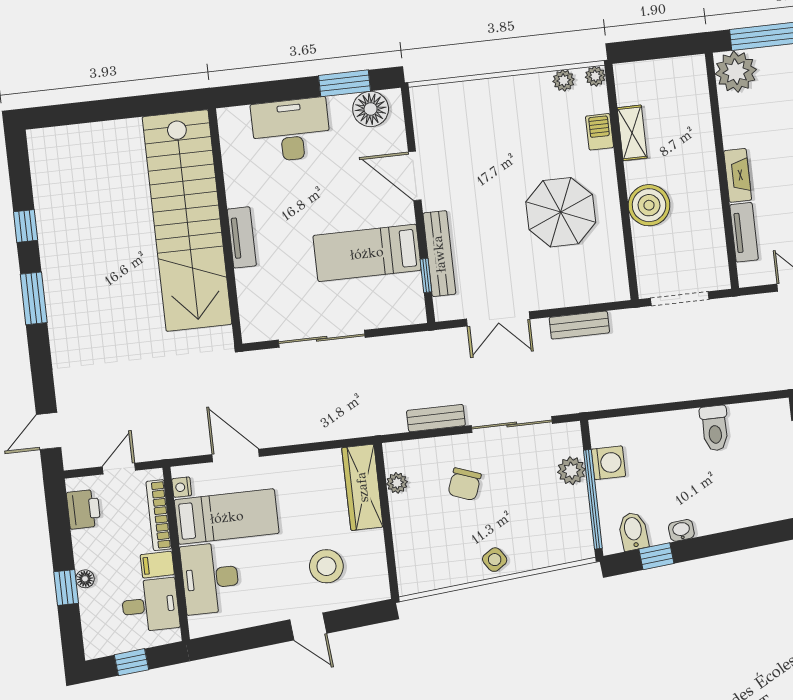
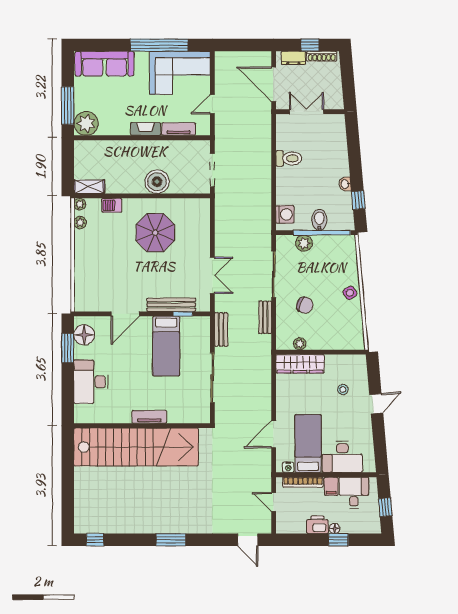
shelving: (632, 133) -> (89, 187), moved
window: (26, 226) -> (95, 540), moved
bench: (579, 325) -> (221, 329), moved
washing machine: (608, 463) -> (285, 214), moved, turned 90
printer: (84, 509) -> (317, 525), moved
bidet: (633, 531) -> (319, 220), moved, turned 95
stool: (326, 566) -> (343, 389), width x0.53, depth x0.53

